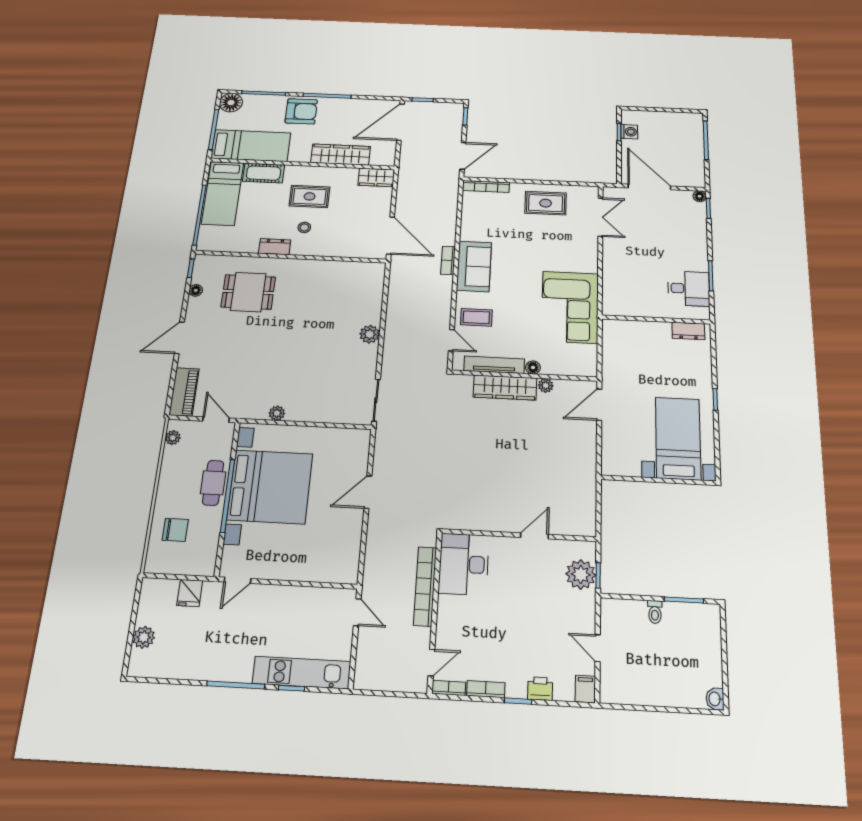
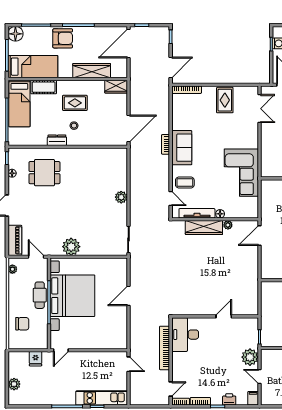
rug: (546, 203) -> (225, 100), turned 90
door: (390, 235) -> (128, 129), hinge flipped
plant: (277, 413) -> (71, 247), width x1.87, depth x1.87
plant: (581, 574) -> (250, 357), moved

